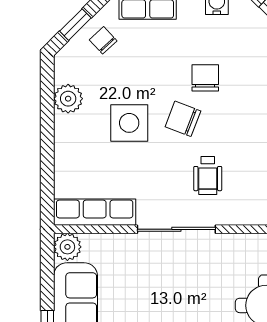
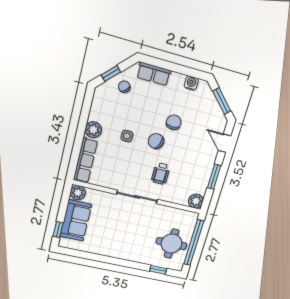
plant: (68, 99) -> (93, 130), moved
side table: (129, 123) -> (127, 136), width x0.54, depth x0.54
row of seats: (95, 212) -> (85, 160), moved, turned 90

